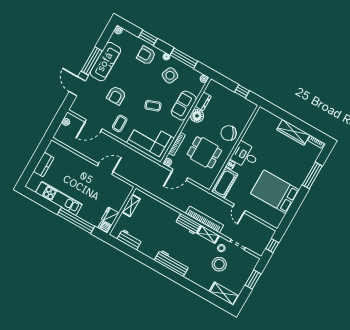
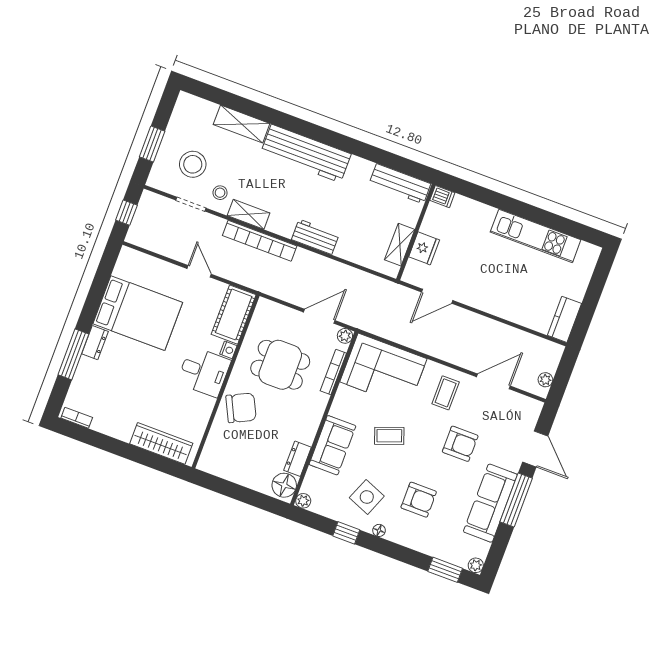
window: (148, 38) -> (445, 570), moved
armchair: (146, 55) -> (419, 500), moved
window: (184, 58) -> (346, 533), width x0.46
window: (242, 91) -> (229, 489), removed
armchair: (116, 95) -> (460, 444), turned 90
floor lamp: (197, 116) -> (284, 485), moved
wardrobe: (293, 132) -> (161, 443), moved
kitchen counter: (44, 165) -> (564, 319), moved
door: (105, 169) -> (437, 296), moved
dresser: (300, 180) -> (95, 343), added
fridge: (110, 216) -> (424, 248), moved
window: (76, 220) -> (497, 200), removed
workbench: (188, 224) -> (315, 237), moved
workbench: (130, 240) -> (400, 184), width x1.38
workbench: (172, 263) -> (306, 154), width x1.36, depth x1.32
stool: (219, 264) -> (193, 164), moved
shelving: (224, 294) -> (242, 124), moved

